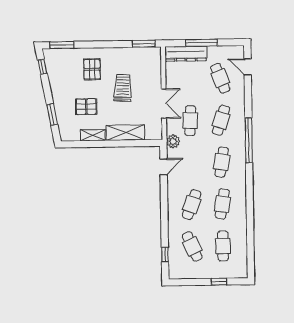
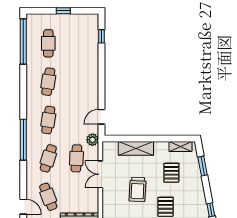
pallet: (86, 107) -> (171, 173), turned 90
shelving: (93, 135) -> (180, 146), moved
cafe table: (192, 204) -> (76, 82), removed
cafe table: (192, 246) -> (76, 43), removed
window: (250, 248) -> (23, 41), added
window: (219, 282) -> (63, 11), moved

